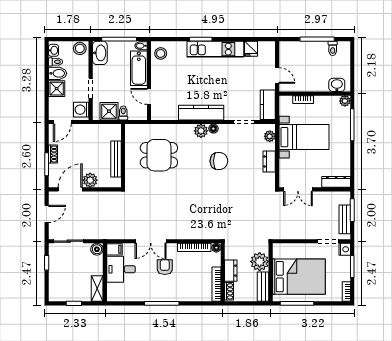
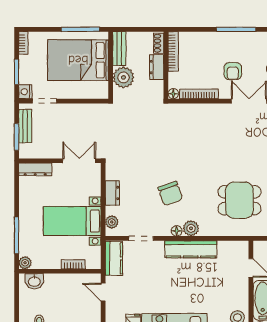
chair: (219, 161) -> (170, 193), turned -109

